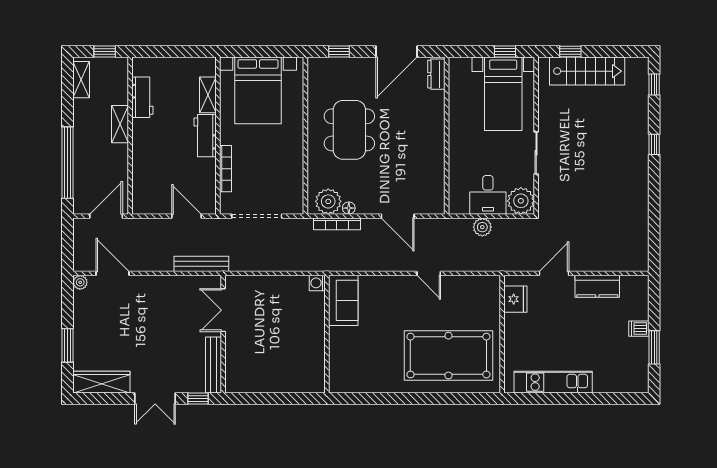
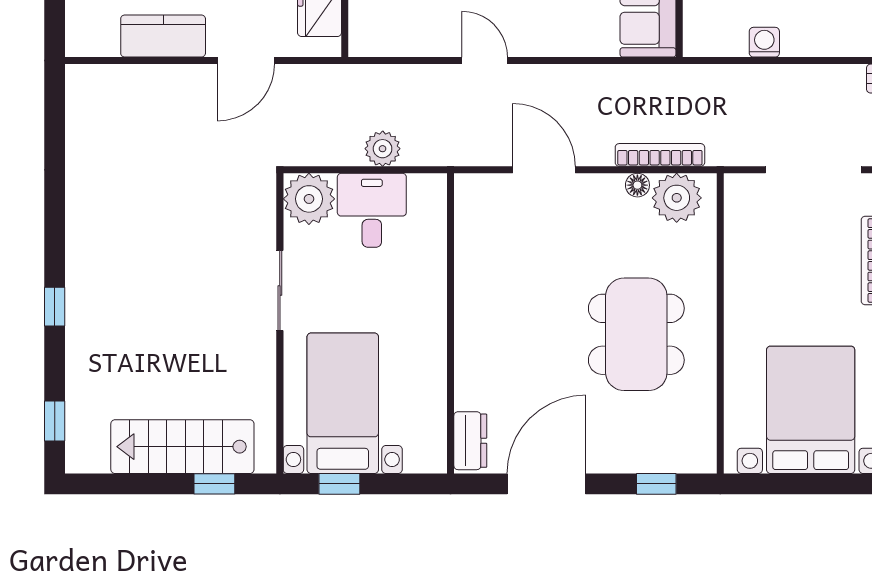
washing machine: (317, 283) -> (764, 42), moved, turned -90

